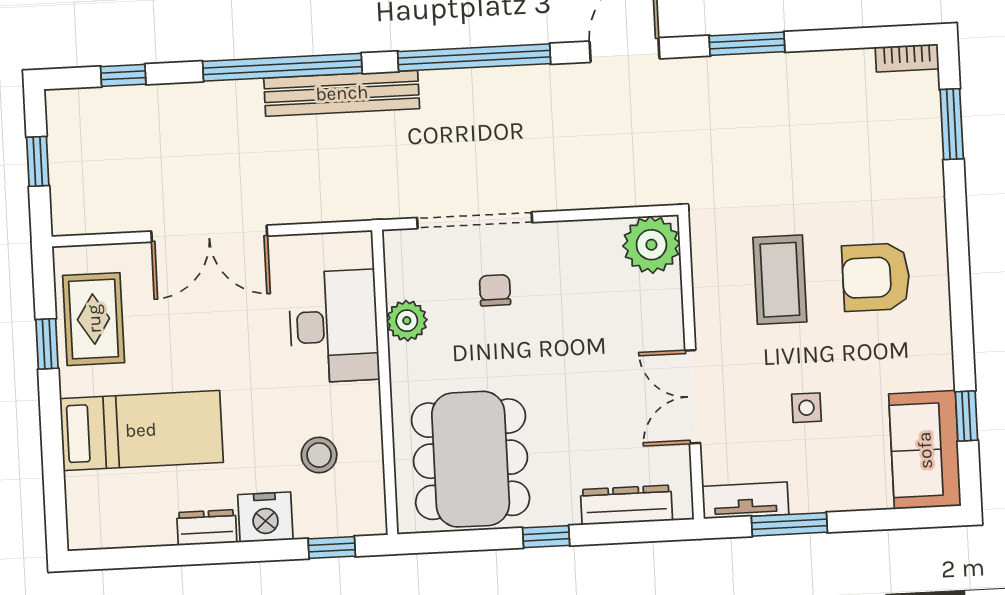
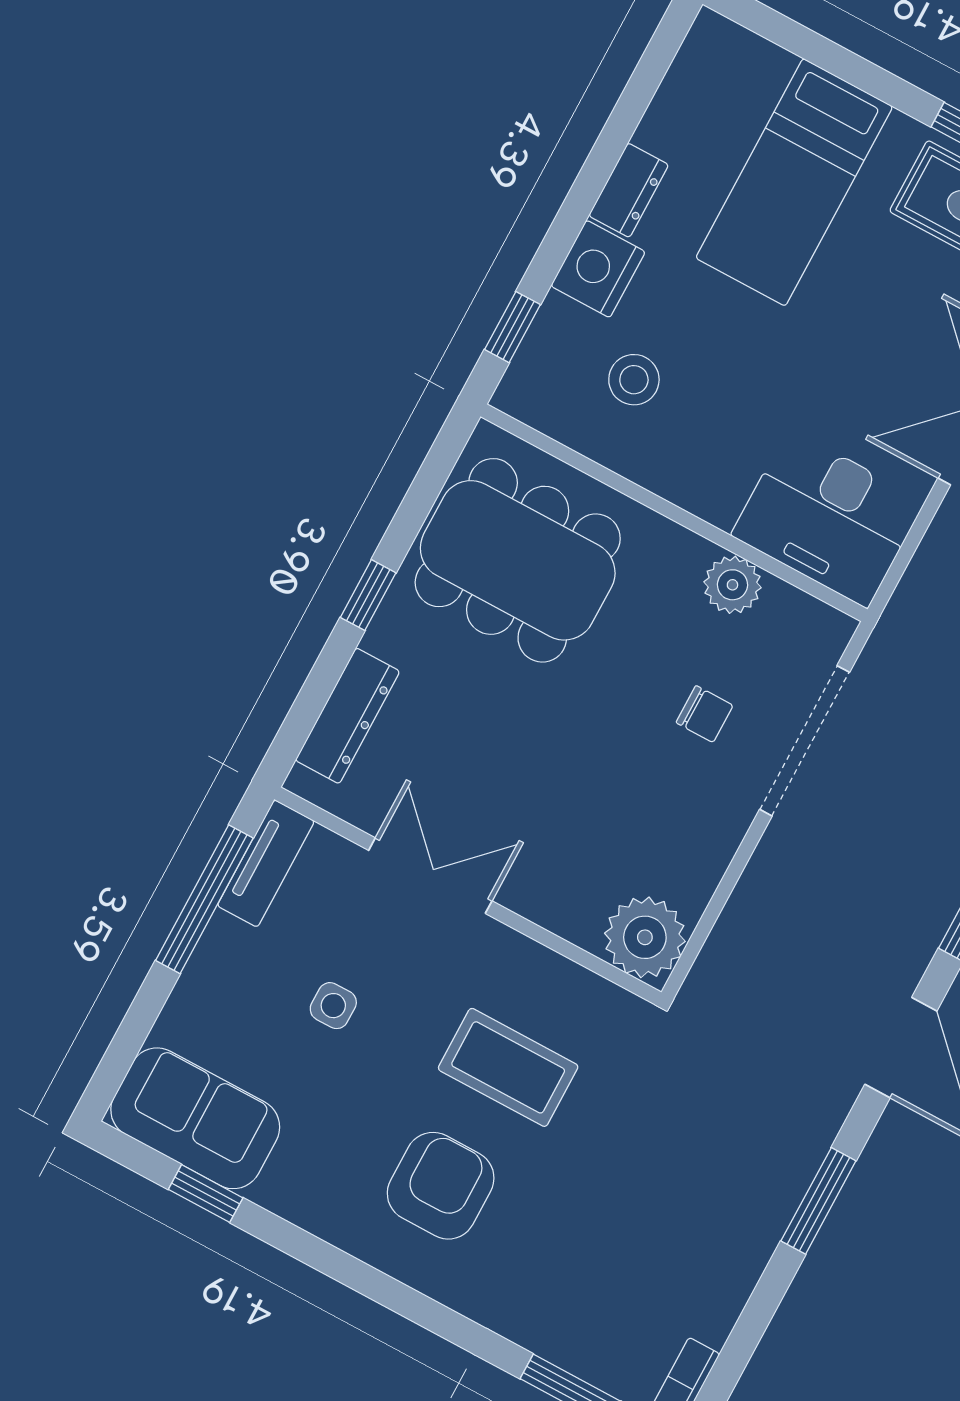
desk: (334, 326) -> (828, 518), moved
window: (789, 524) -> (204, 899), width x1.44

